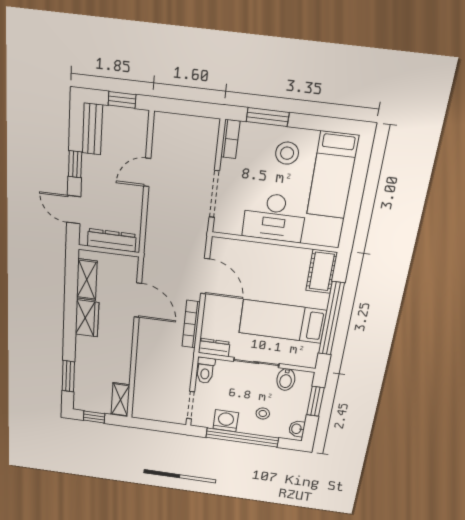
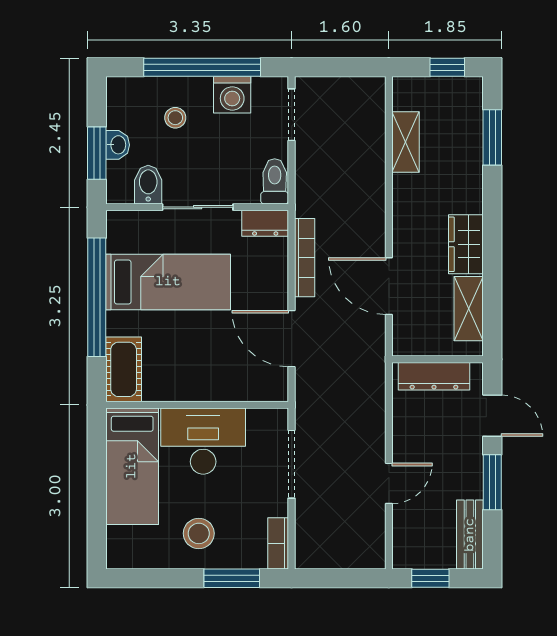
window: (75, 164) -> (492, 482), width x1.50
bed: (333, 175) -> (132, 466), moved, turned 180
shelving: (120, 400) -> (406, 142), moved
washbasin: (297, 429) -> (118, 145), moved

